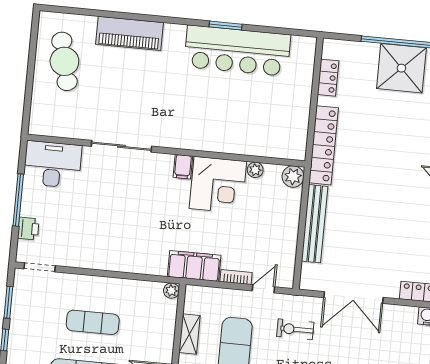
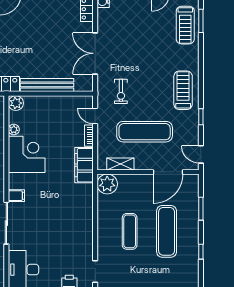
filing cabinet: (183, 167) -> (16, 196), moved
plant: (171, 291) -> (107, 184), width x1.87, depth x1.87
double door: (353, 297) -> (95, 53), swing flipped
shelving: (190, 334) -> (120, 164), moved

